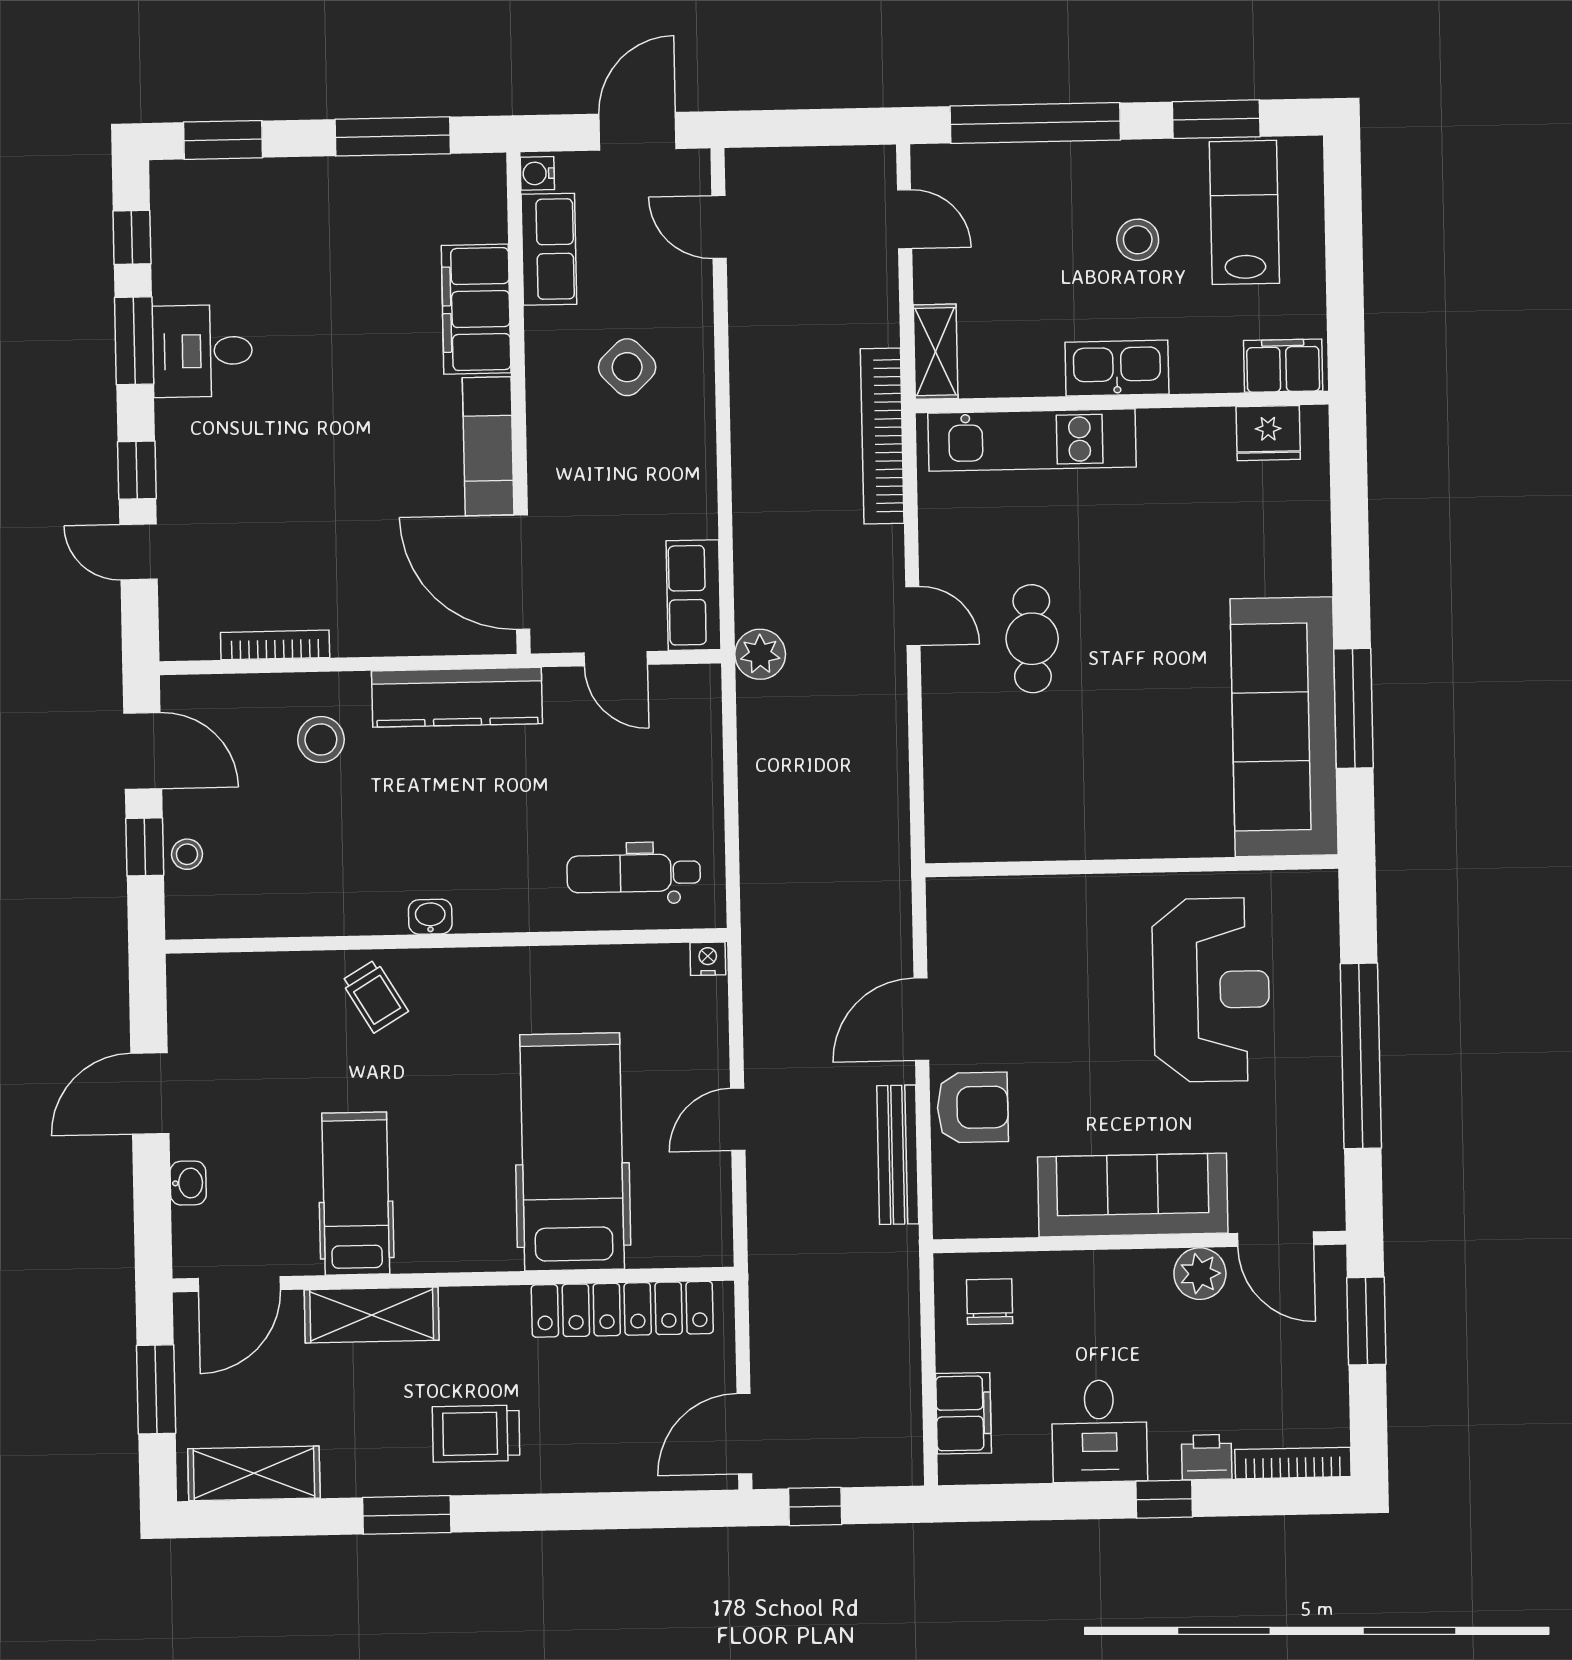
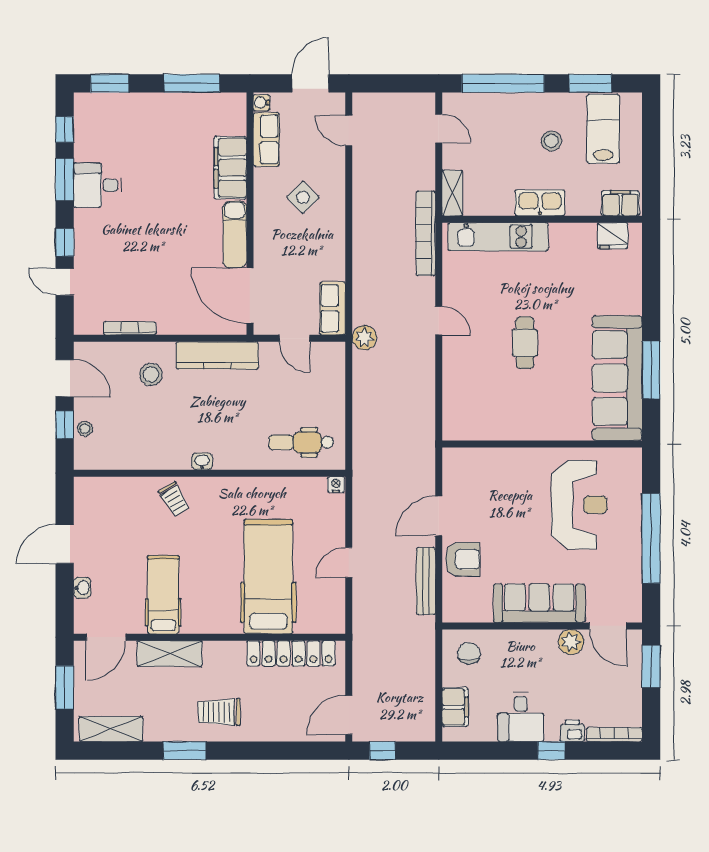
cafe table: (1032, 639) -> (525, 343), moved

